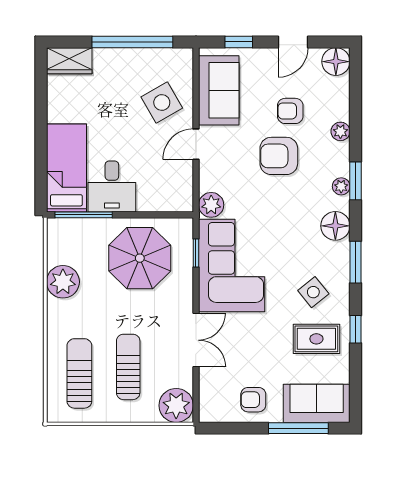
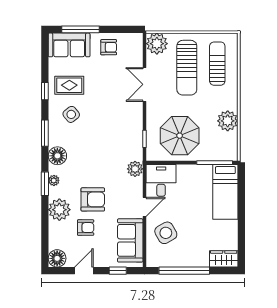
plant: (340, 131) -> (59, 210), width x1.88, depth x1.88
desk: (112, 187) -> (161, 180), moved
corner sofa: (232, 265) -> (122, 131), removed
sun lounger: (128, 367) -> (187, 68), width x1.36, depth x1.34
sun lounger: (79, 373) -> (217, 64), turned 180

